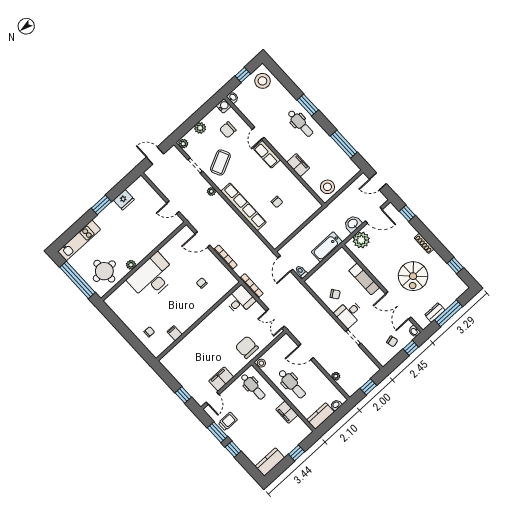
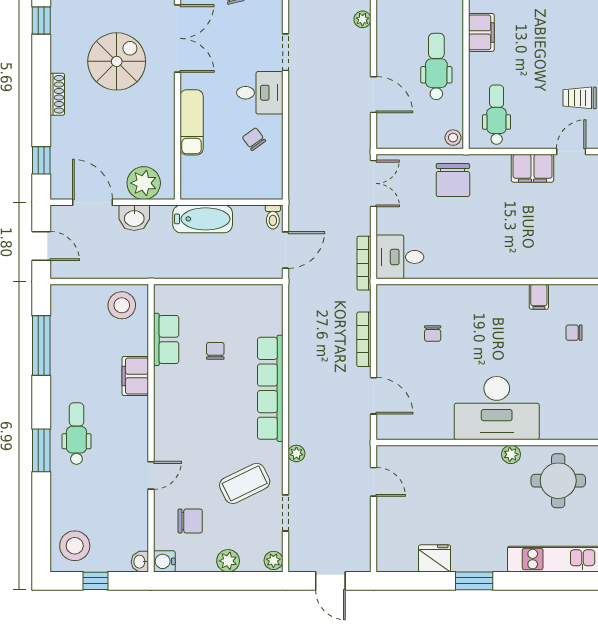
row of seats: (267, 154) -> (166, 339), moved

